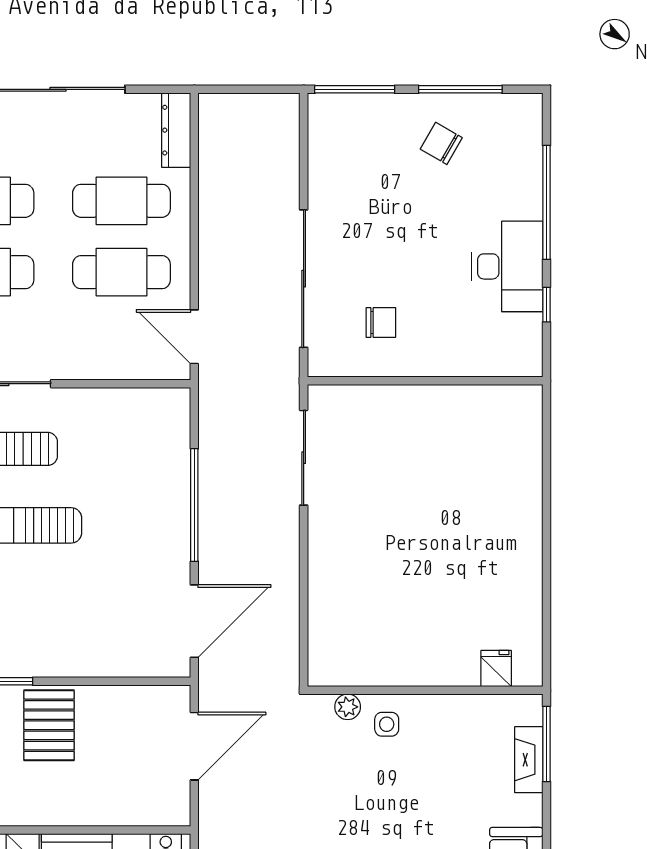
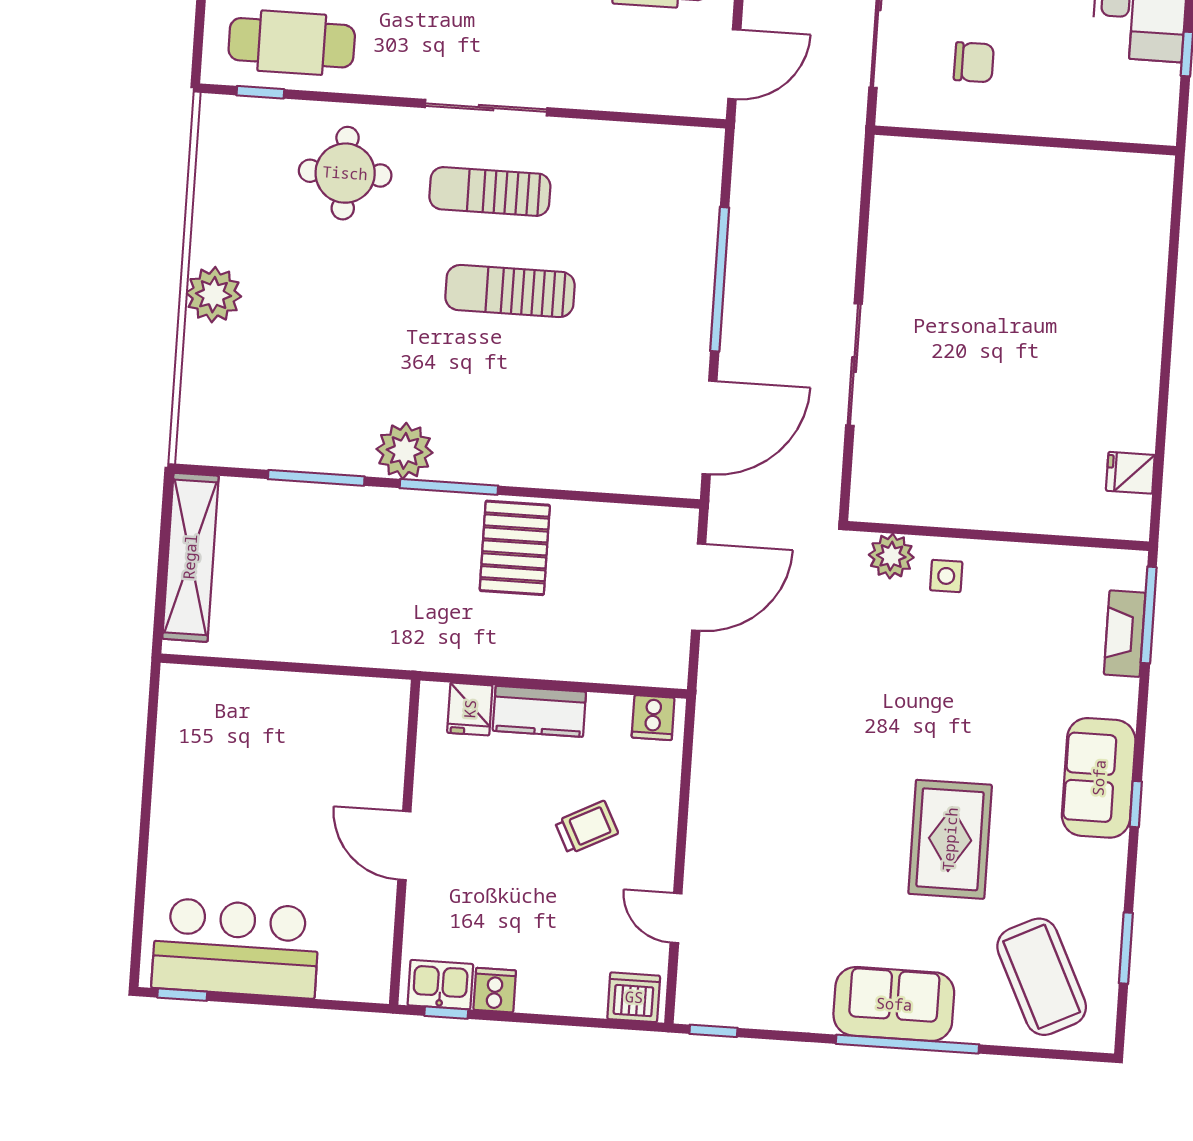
door: (194, 337) -> (734, 64), swing flipped
sliding door: (304, 458) -> (854, 365), moved
fridge: (496, 669) -> (1130, 473), moved, turned -90
plant: (348, 707) -> (891, 556), width x1.38, depth x1.38

